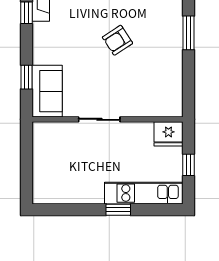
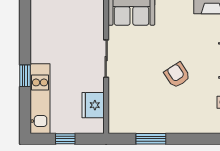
window: (188, 33) -> (151, 139), moved
fridge: (168, 134) -> (93, 105), moved

